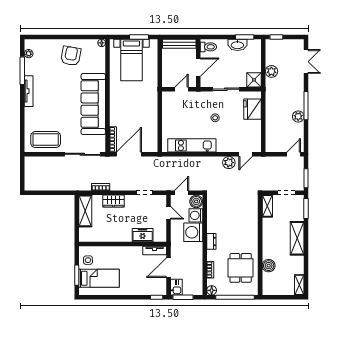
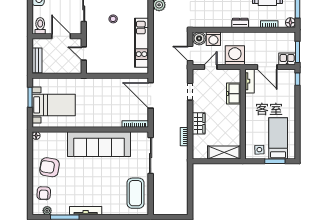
bench: (179, 44) -> (37, 60), width x0.73
armchair: (46, 50) -> (44, 193), added
door: (129, 154) -> (151, 95), moved
shelving: (85, 211) -> (224, 152), moved
washing machine: (193, 232) -> (235, 55), moved, turned 180

